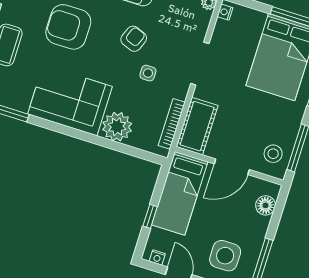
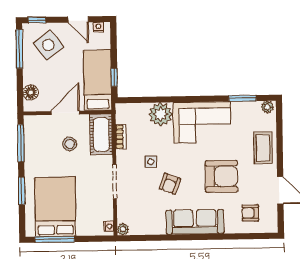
bookcase: (172, 124) -> (121, 137), width x0.64
stool: (273, 154) -> (70, 144), moved
window: (150, 216) -> (114, 77), moved
side table: (225, 256) -> (48, 45), turned -38

